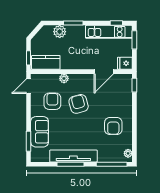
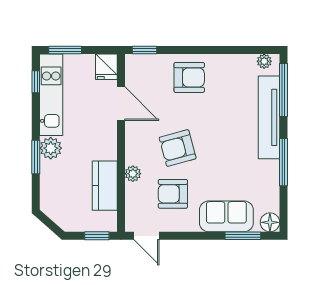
plant: (60, 32) -> (51, 148), moved
kitchen counter: (46, 62) -> (105, 186), moved
armchair: (113, 126) -> (189, 77), moved
tv unit: (73, 156) -> (269, 117), moved
floor lamp: (36, 157) -> (270, 222), added

